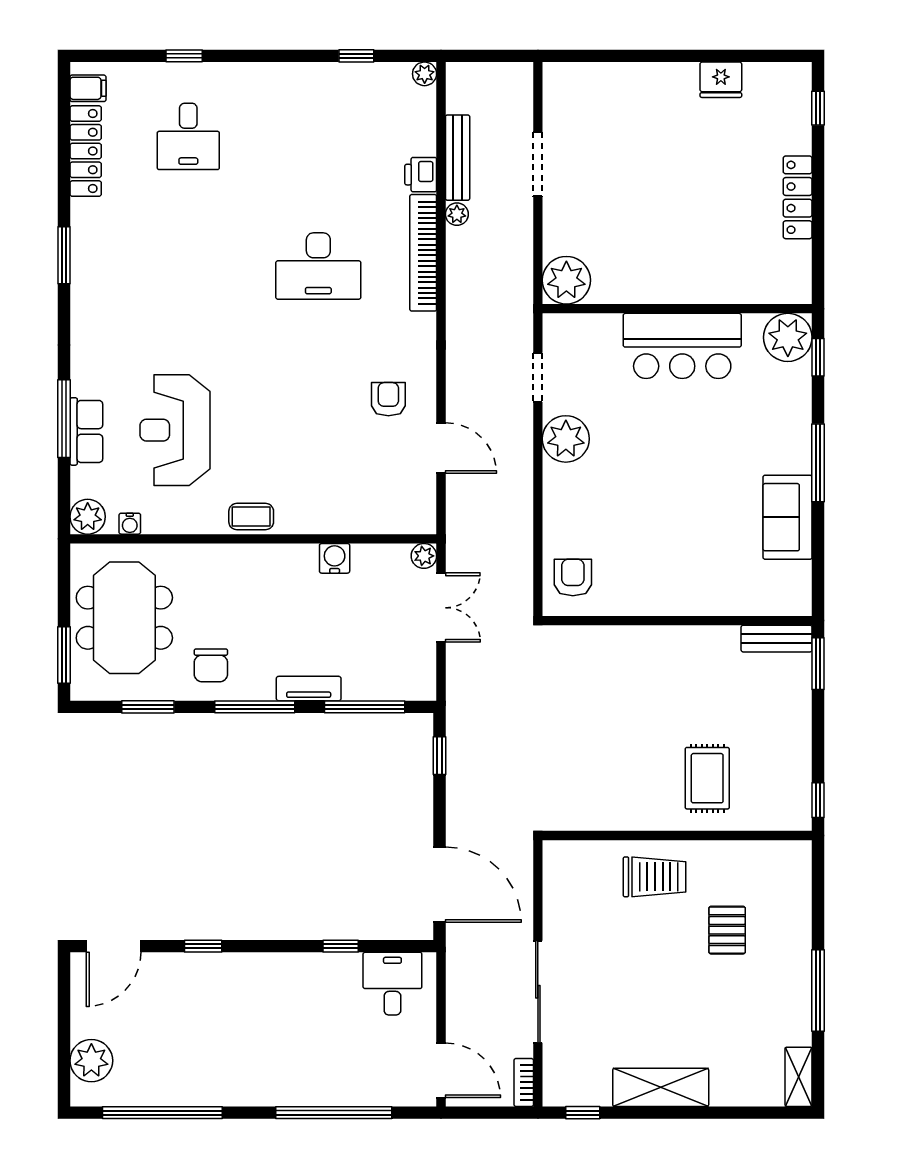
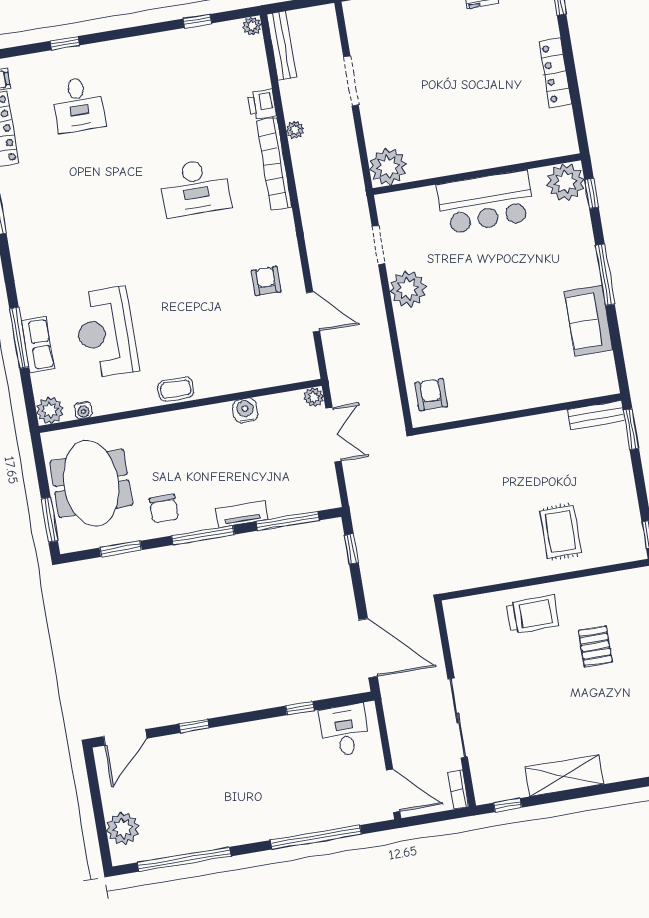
bench: (458, 158) -> (281, 46), moved

